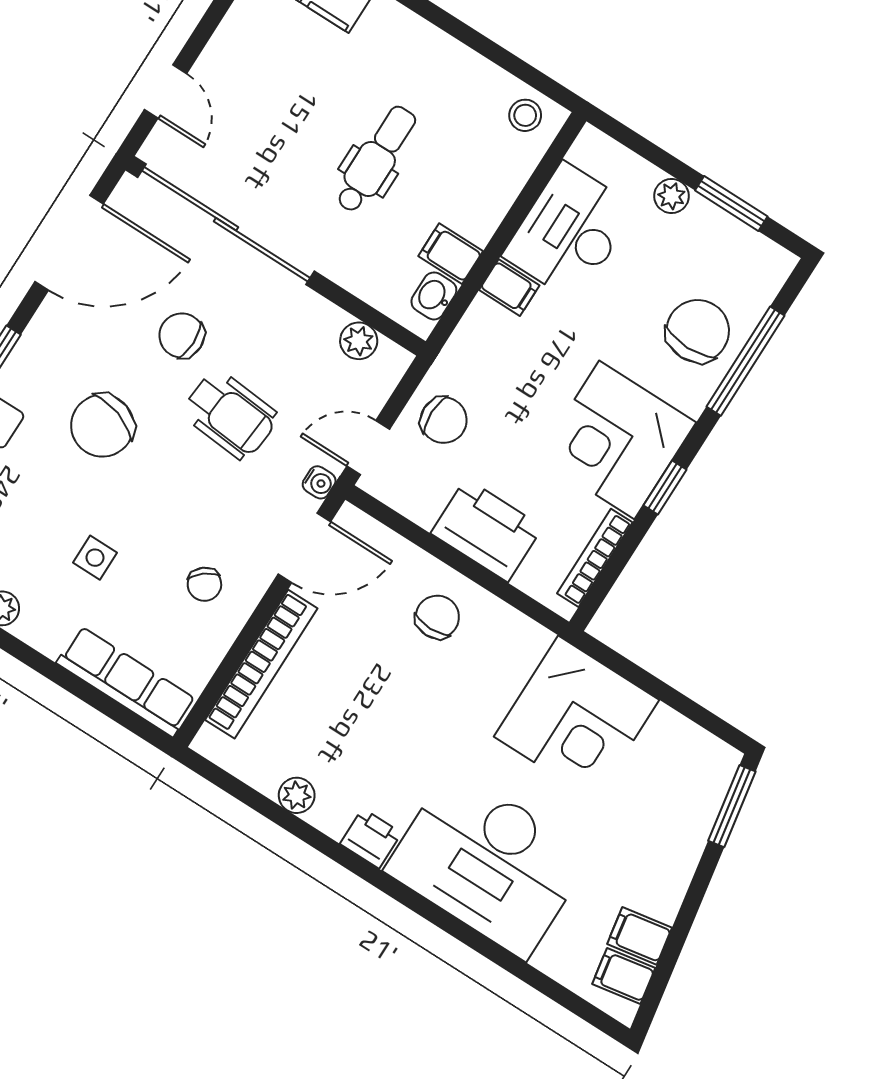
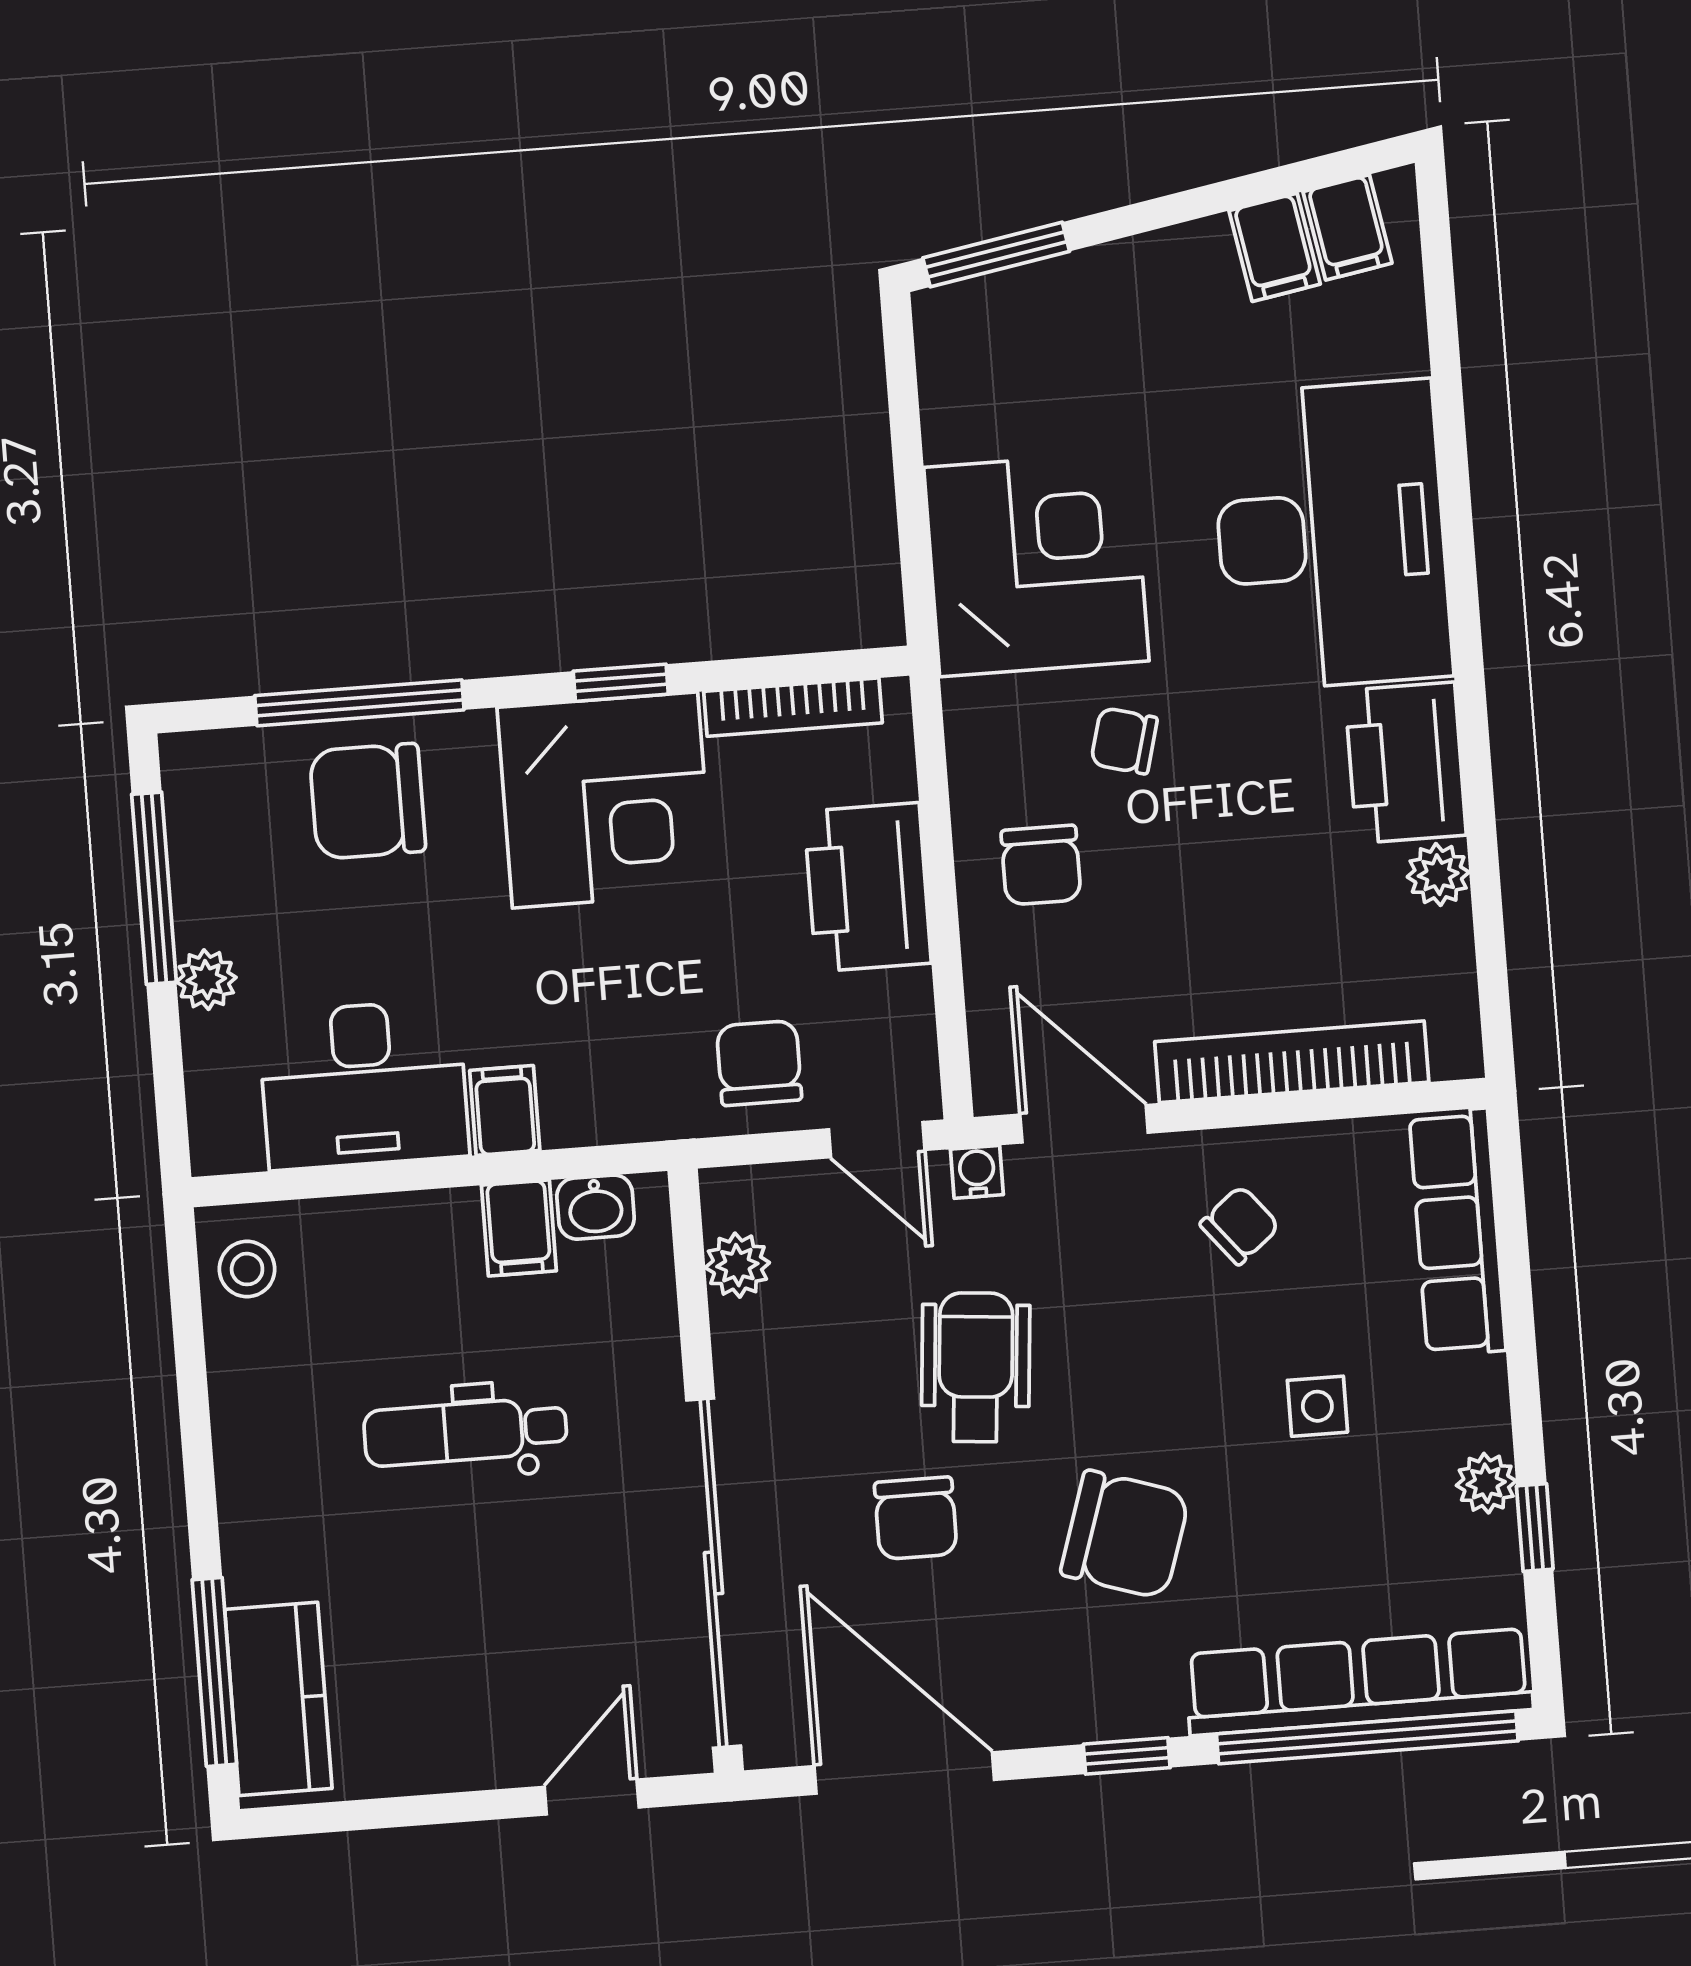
window: (731, 203) -> (154, 888), width x1.44
chair: (437, 617) -> (1041, 865), turned -90
chair: (466, 698) -> (1124, 741), added
printer: (371, 838) -> (1405, 763), width x1.87, depth x1.48

